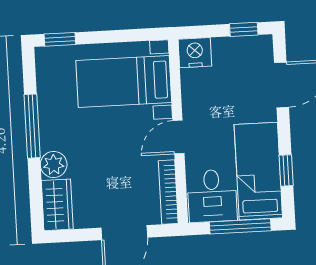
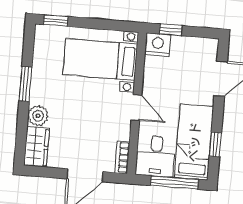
window: (244, 29) -> (171, 30), moved
window: (32, 126) -> (25, 84), width x0.69
door: (178, 137) -> (136, 108), swing flipped
bookcase: (168, 192) -> (122, 158), width x0.64

